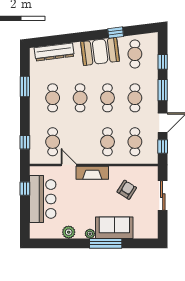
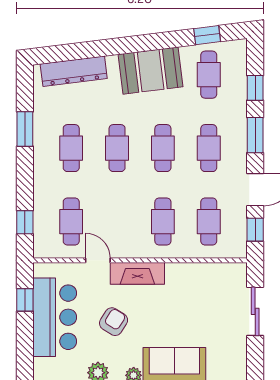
window: (116, 33) -> (207, 35), moved
armchair: (127, 190) -> (114, 322), moved

